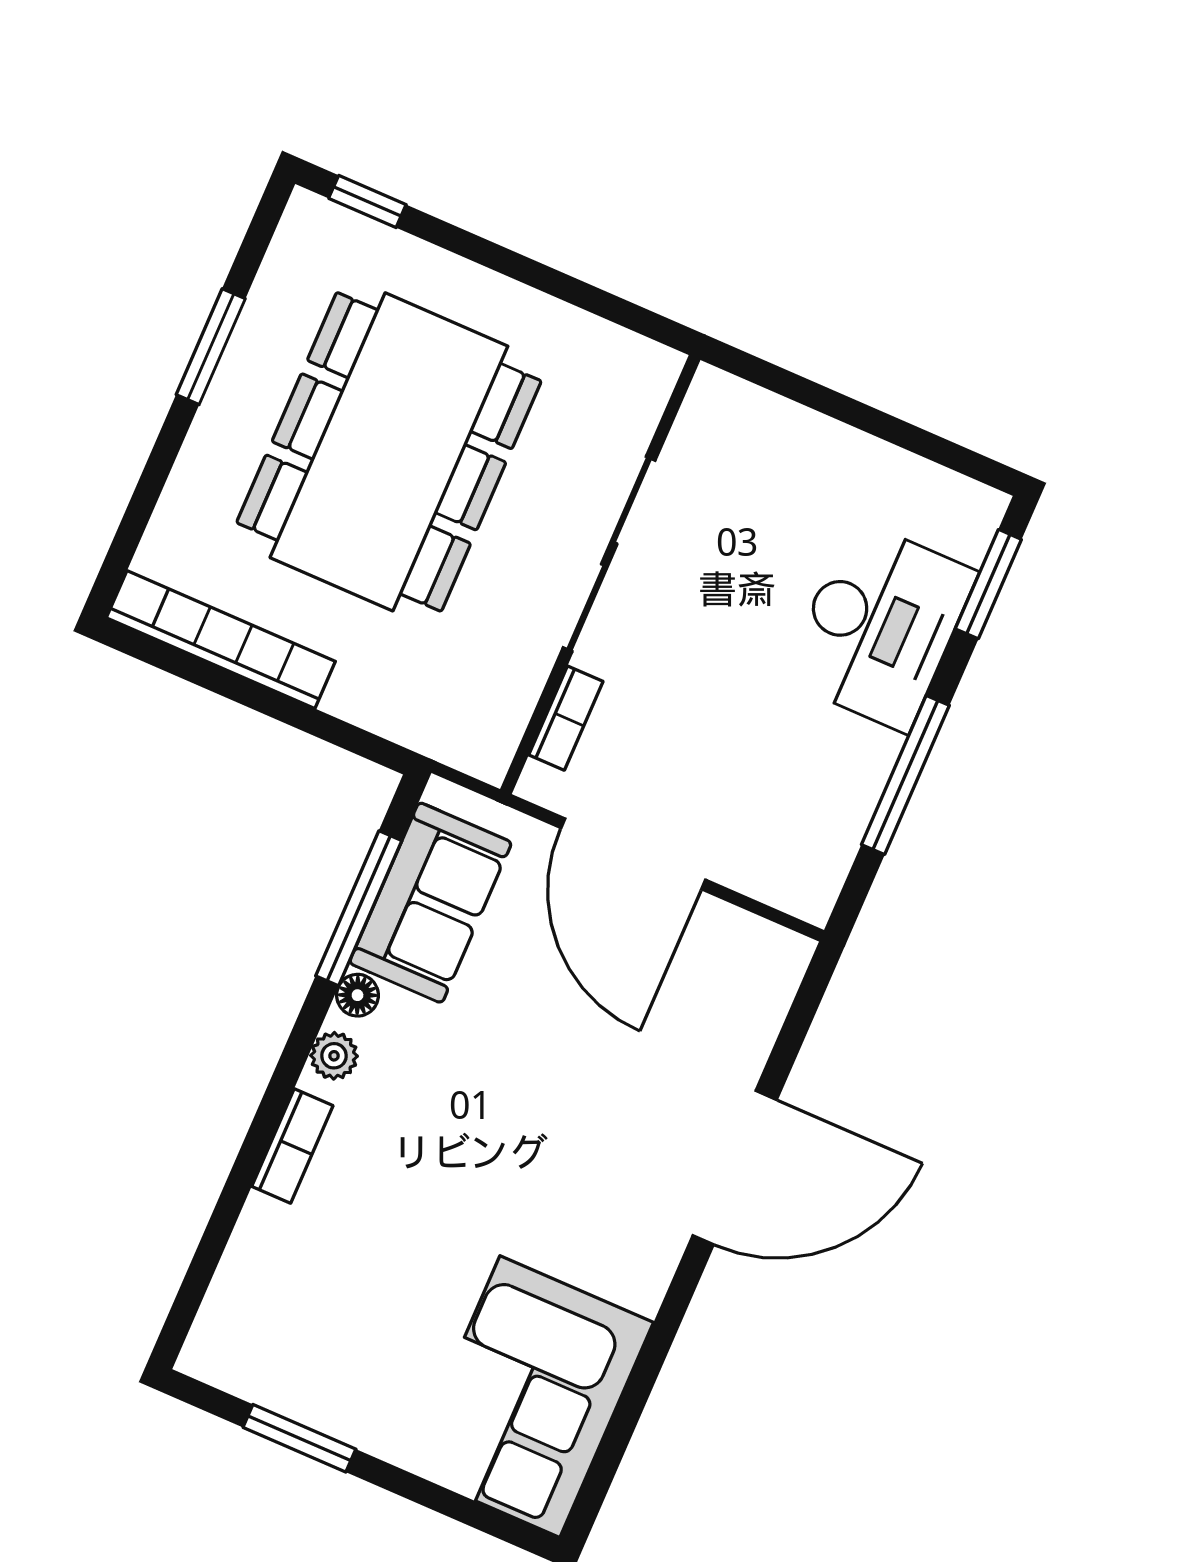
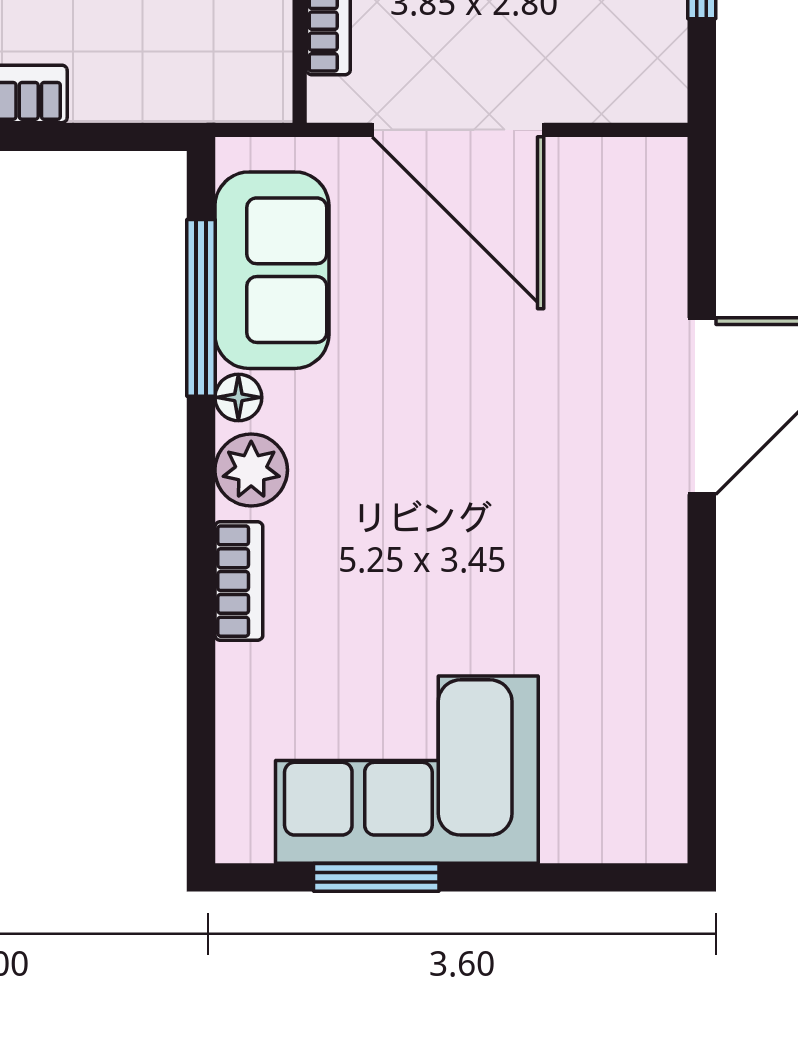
plant: (334, 1056) -> (251, 470), width x1.38, depth x1.38
corner sofa: (530, 1397) -> (407, 770), moved, turned 90

